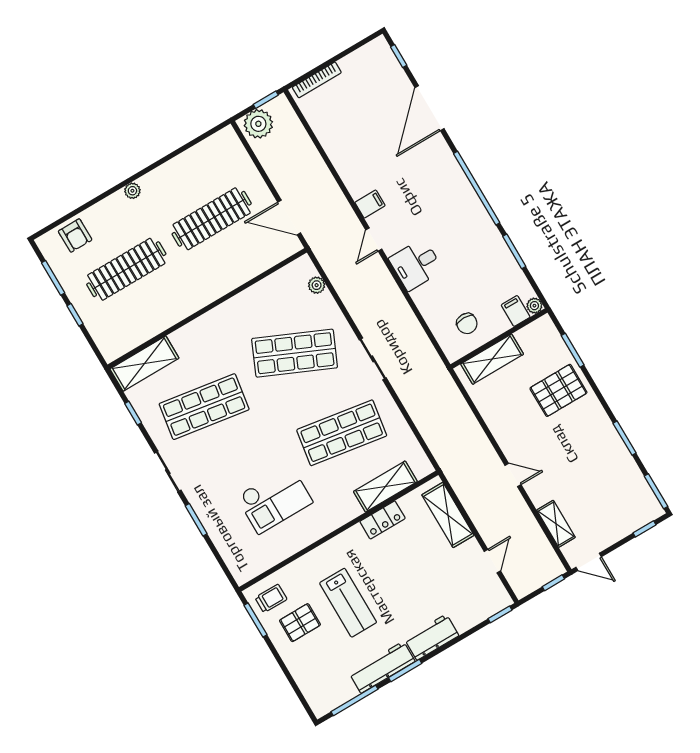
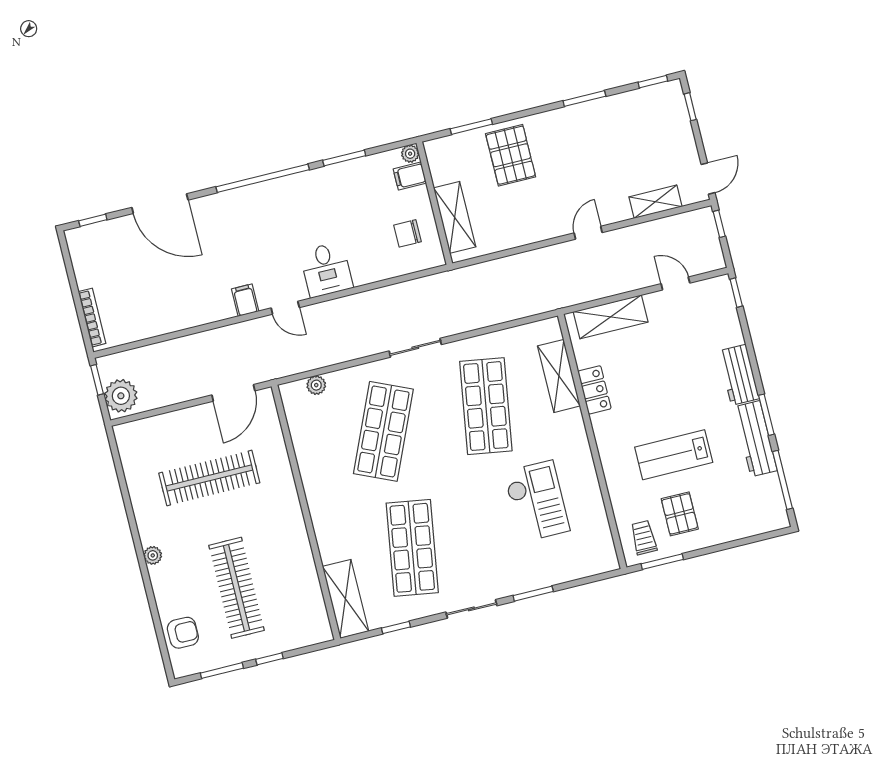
clothes rail: (212, 219) -> (209, 478), turned 90
chair: (467, 323) -> (407, 233), turned 180
window: (656, 491) -> (653, 82), width x0.67
lab bench: (348, 603) -> (674, 455), turned 180

